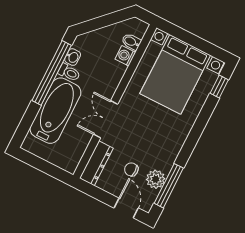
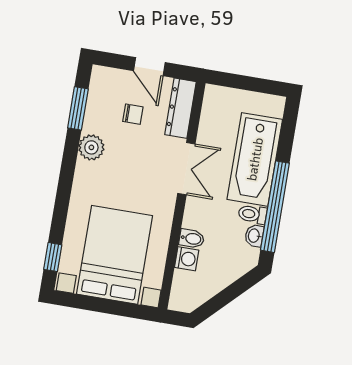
bidet: (131, 42) -> (192, 239), moved
plant: (156, 179) -> (91, 147), moved
window: (169, 186) -> (78, 108), width x0.69
door: (126, 208) -> (149, 67), moved

